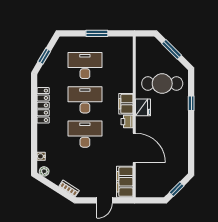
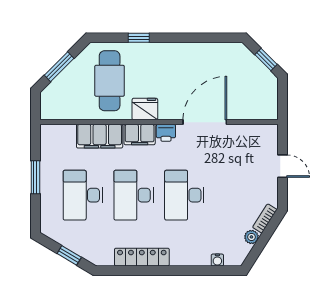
plant: (44, 171) -> (251, 237), moved
filing cabinet: (125, 182) -> (100, 136), moved

